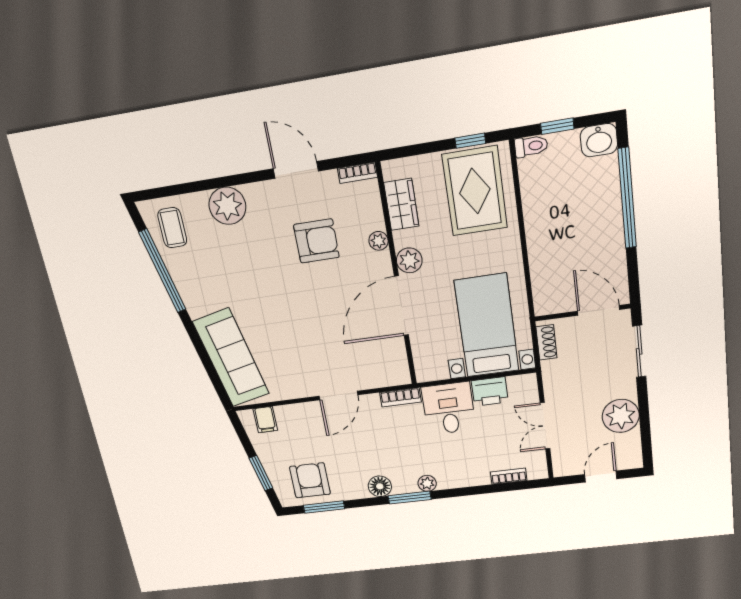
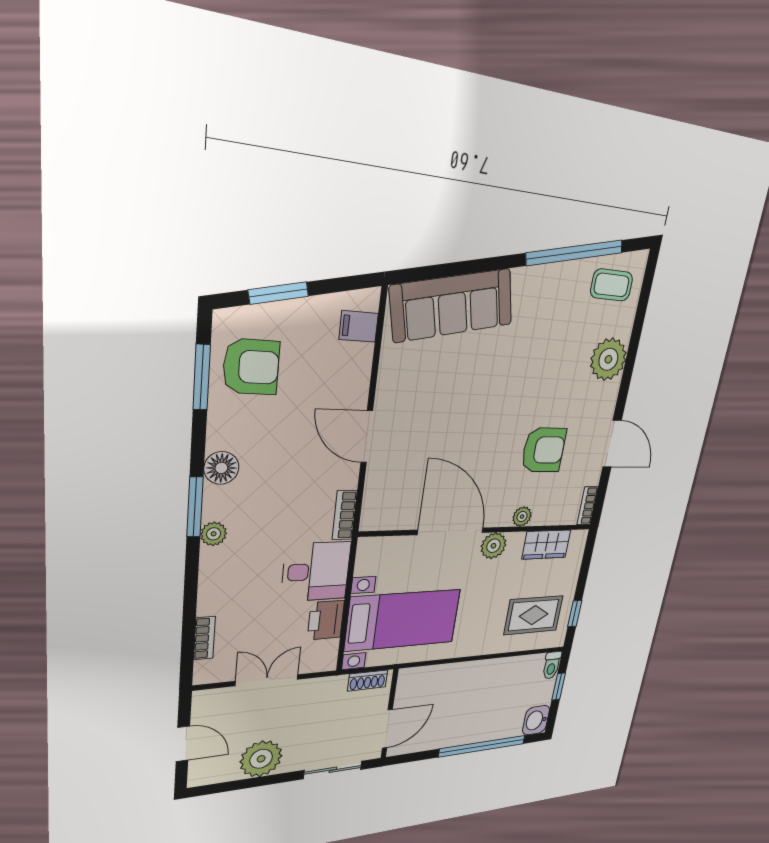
door: (296, 170) -> (612, 444), hinge flipped
rug: (475, 191) -> (534, 615), width x0.73, depth x0.70
armchair: (316, 241) -> (544, 450), turned -90

